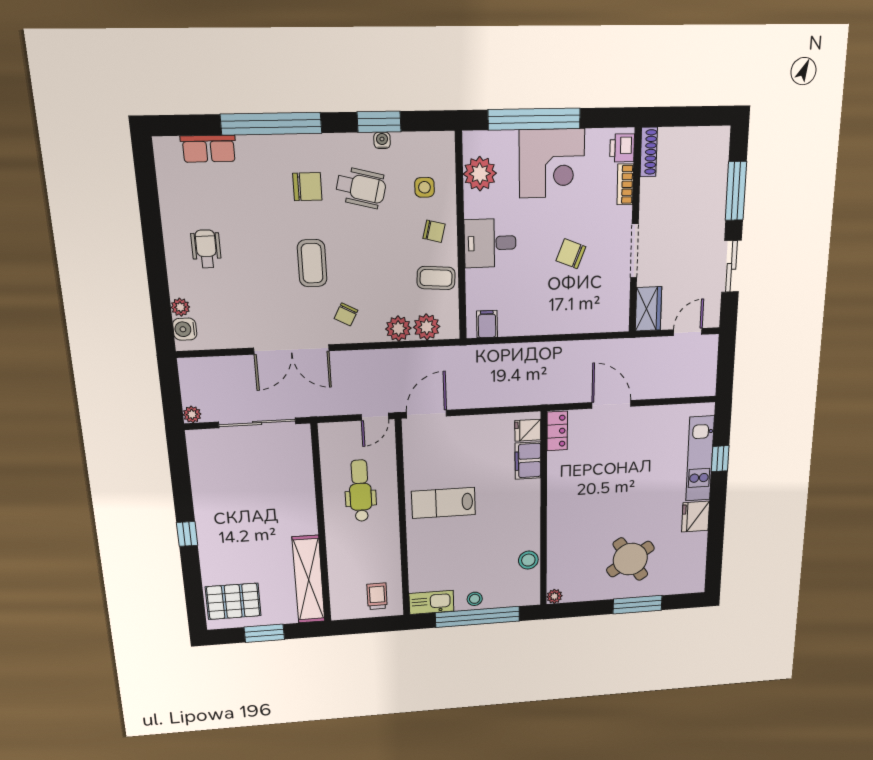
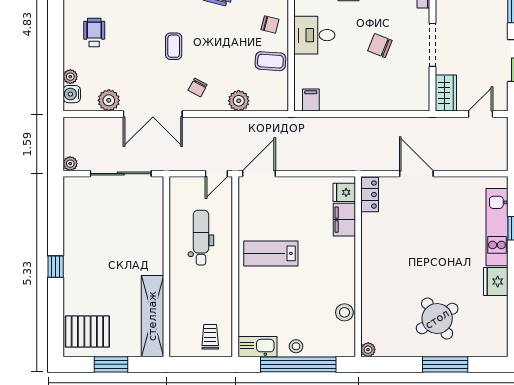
coffee table: (312, 263) -> (174, 46), width x0.73, depth x0.77
plant: (427, 327) -> (109, 100), moved

